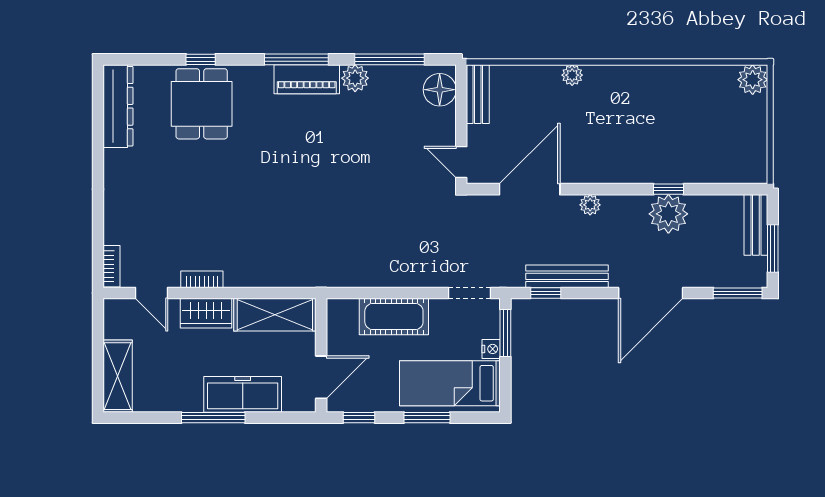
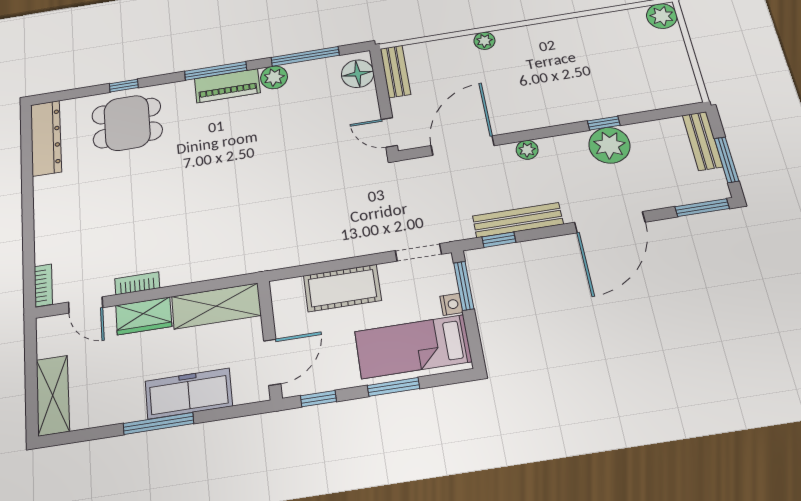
dining table: (202, 104) -> (127, 123), turned 90

